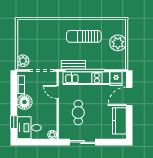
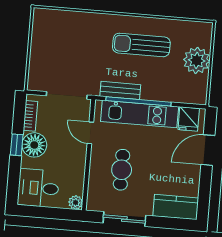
plant: (23, 61) -> (37, 77), removed
kitchen counter: (119, 121) -> (176, 207), moved, turned 90
window: (14, 122) -> (17, 145), moved

